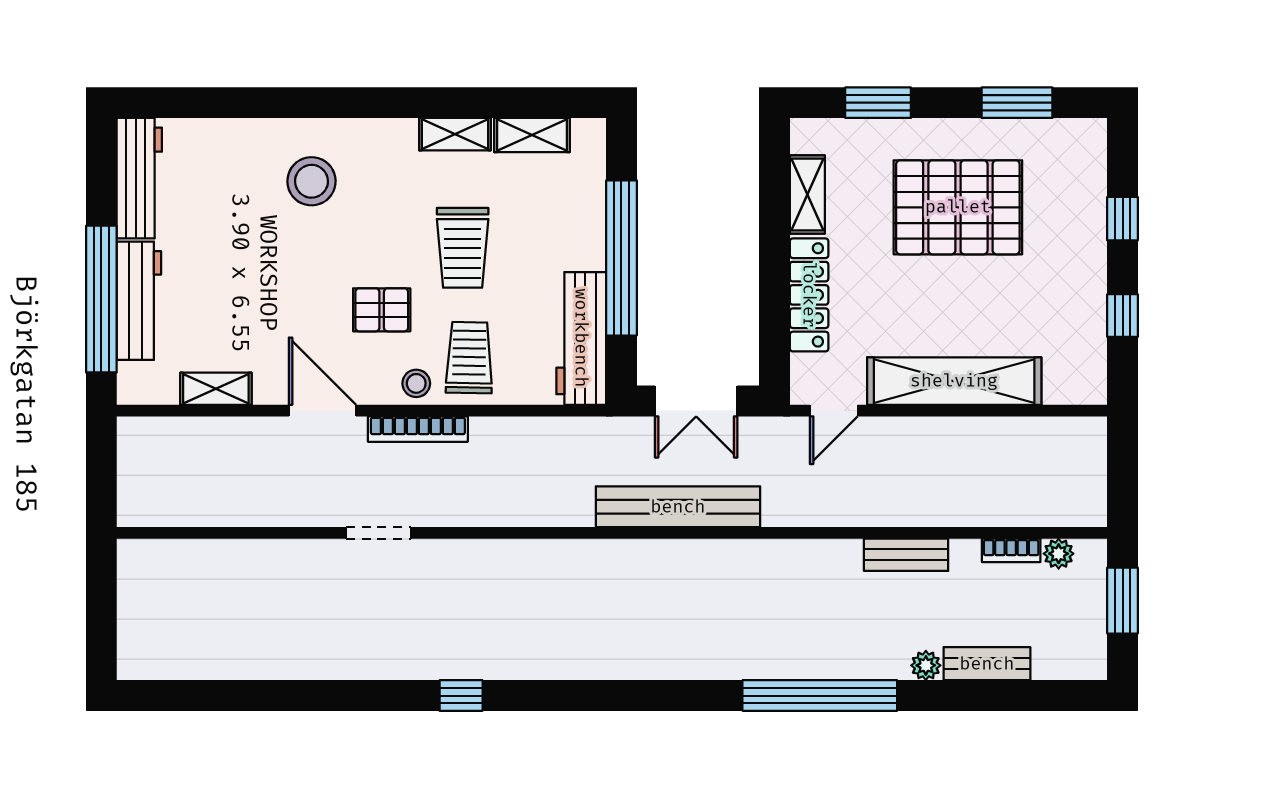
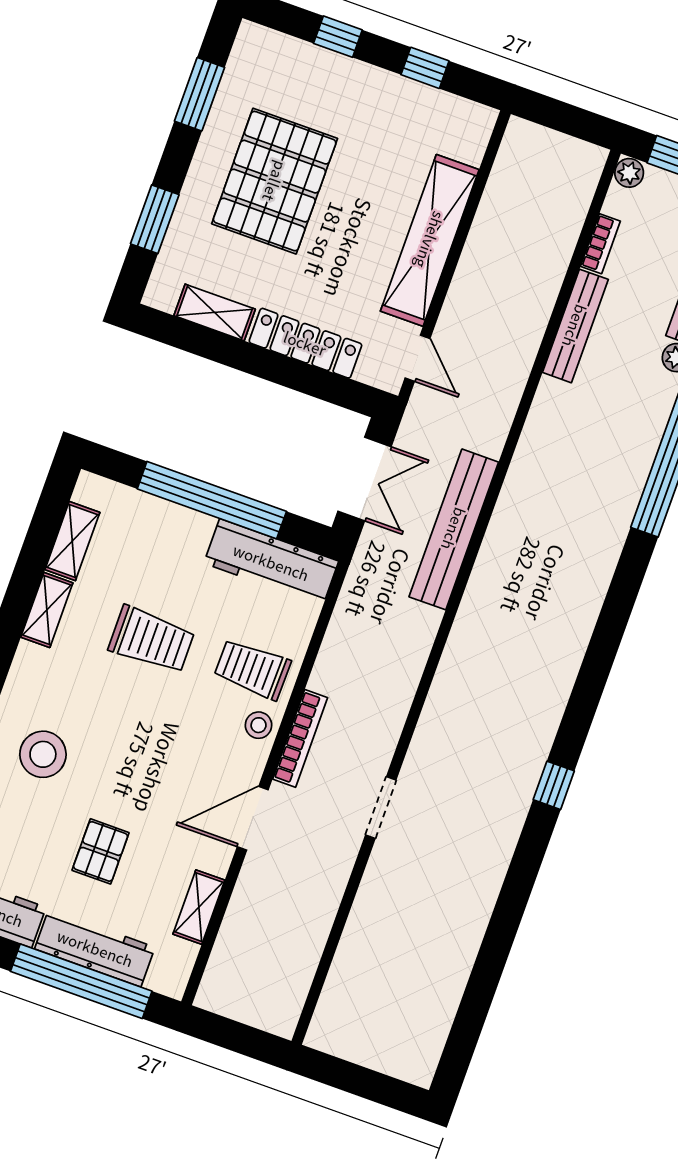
pallet: (382, 310) -> (101, 851), moved
plant: (1059, 554) -> (629, 173), moved
bench: (906, 555) -> (575, 326), width x1.36

